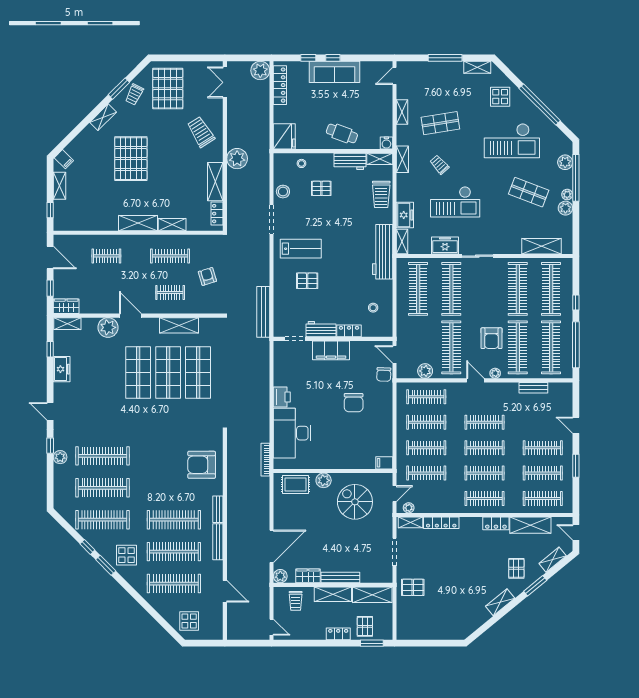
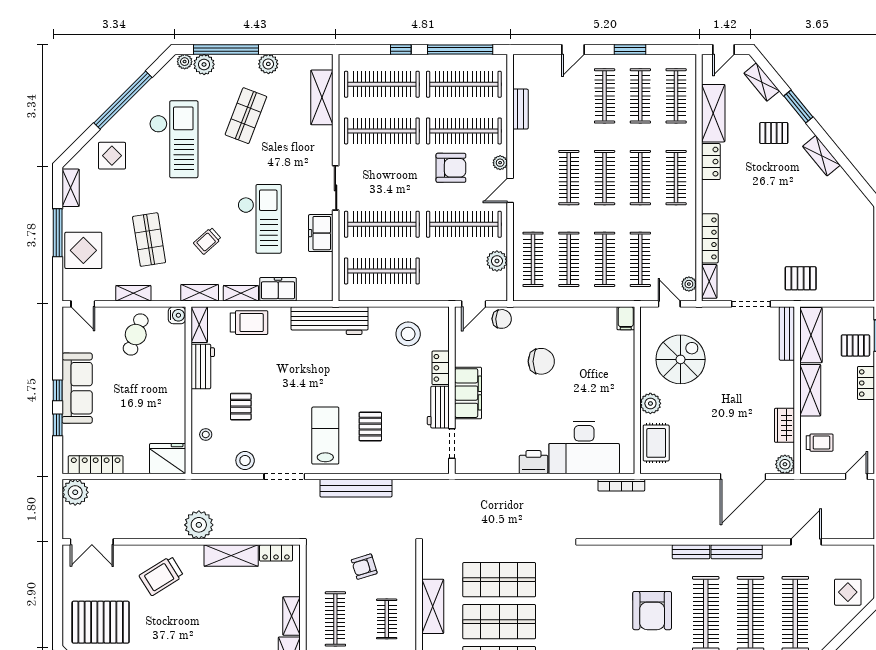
display table: (433, 76) -> (83, 250), added
cafe table: (342, 133) -> (136, 335), moved
plant: (567, 195) -> (185, 62), moved
shelving: (402, 241) -> (241, 293), moved
stool: (373, 308) -> (408, 334), width x1.89, depth x1.89
bench: (263, 312) -> (356, 488), moved
armchair: (202, 465) -> (652, 611), moved
spiral stairs: (355, 502) -> (681, 359), turned 180
door: (272, 546) -> (743, 476), swing flipped
bench: (340, 578) -> (787, 333), moved
pallet: (413, 587) -> (801, 278), turned 90

